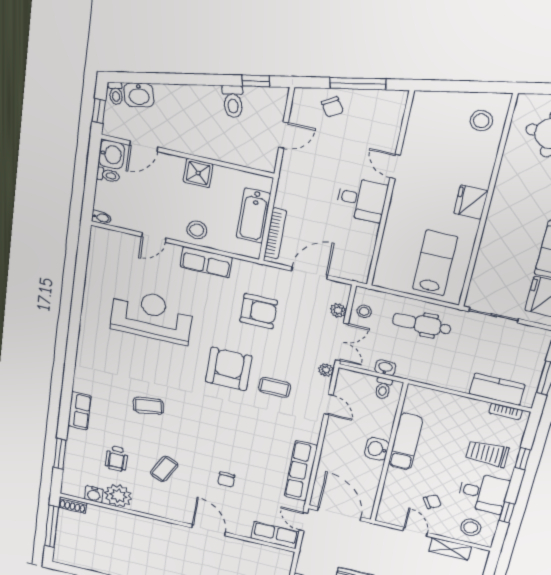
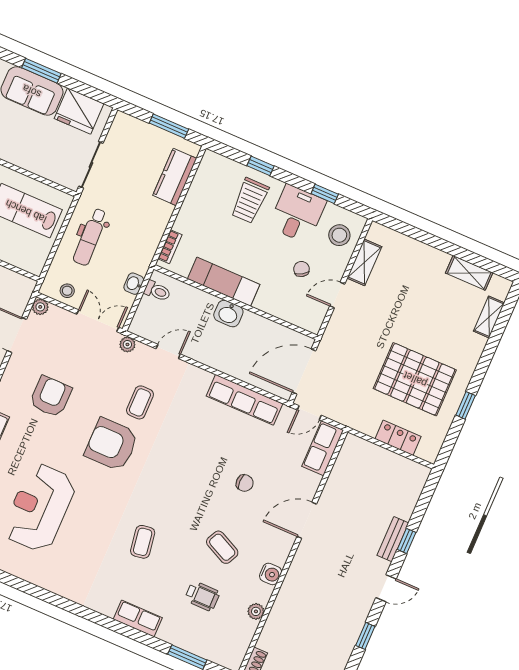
plant: (338, 310) -> (40, 307), moved
bookcase: (505, 411) -> (170, 247), moved
water cooler: (94, 494) -> (271, 574), moved
plant: (118, 496) -> (256, 611), width x0.53, depth x0.53

